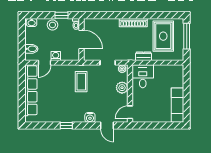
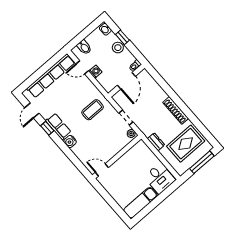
window: (61, 15) -> (122, 37), moved
desk: (143, 76) -> (160, 178), moved, turned 90
plant: (122, 88) -> (116, 146), removed
row of seats: (72, 117) -> (58, 126), added
door: (107, 126) -> (32, 111), moved

